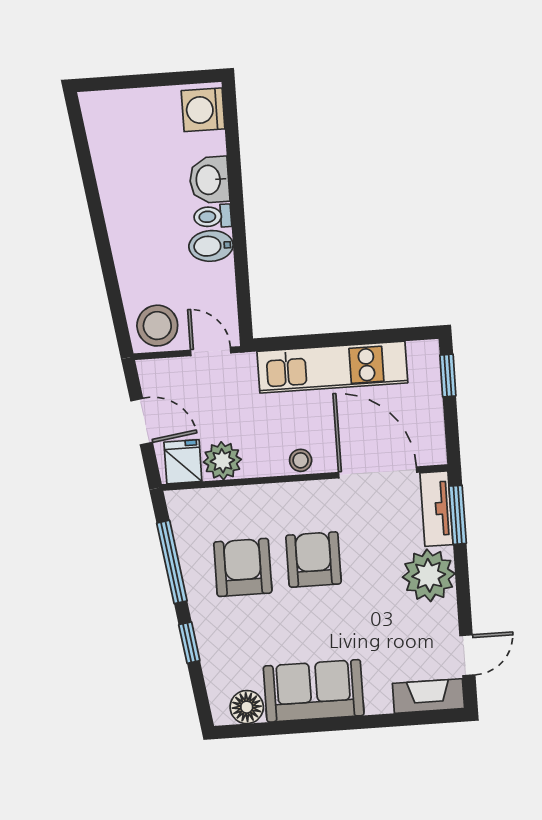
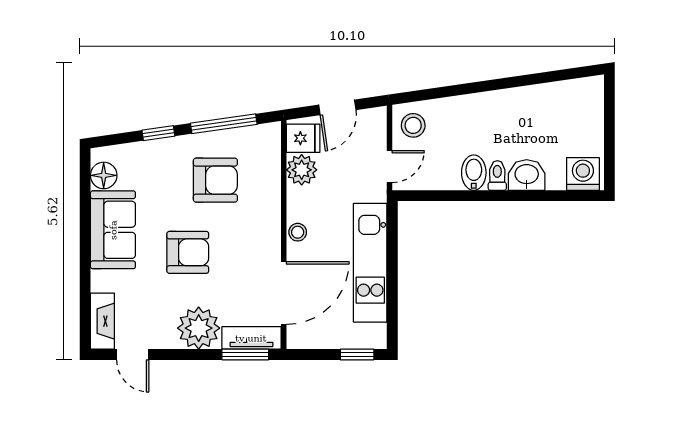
stool: (157, 326) -> (413, 125), width x0.73, depth x0.73
armchair: (314, 559) -> (188, 252), moved

